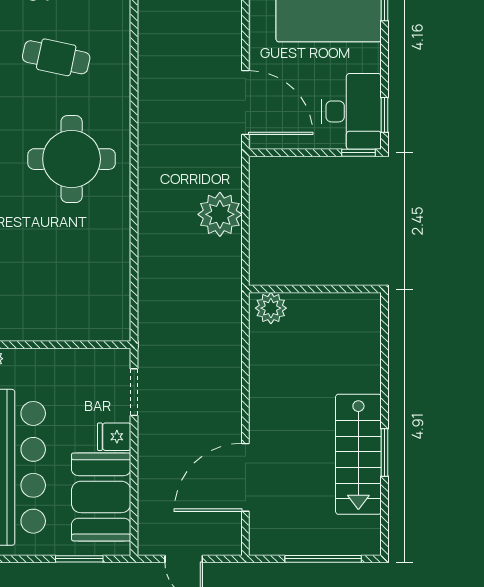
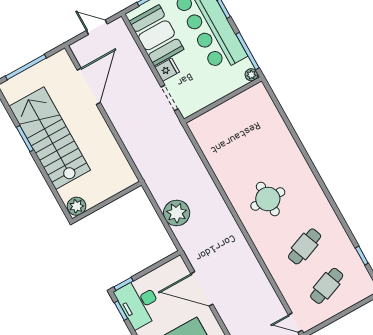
cafe table: (56, 57) -> (305, 246), turned -33
door: (245, 103) -> (202, 289), moved
round table: (72, 159) -> (268, 199), width x0.73, depth x0.73
plant: (271, 308) -> (77, 206), moved
stairs: (358, 454) -> (50, 138), width x1.36, depth x1.51

